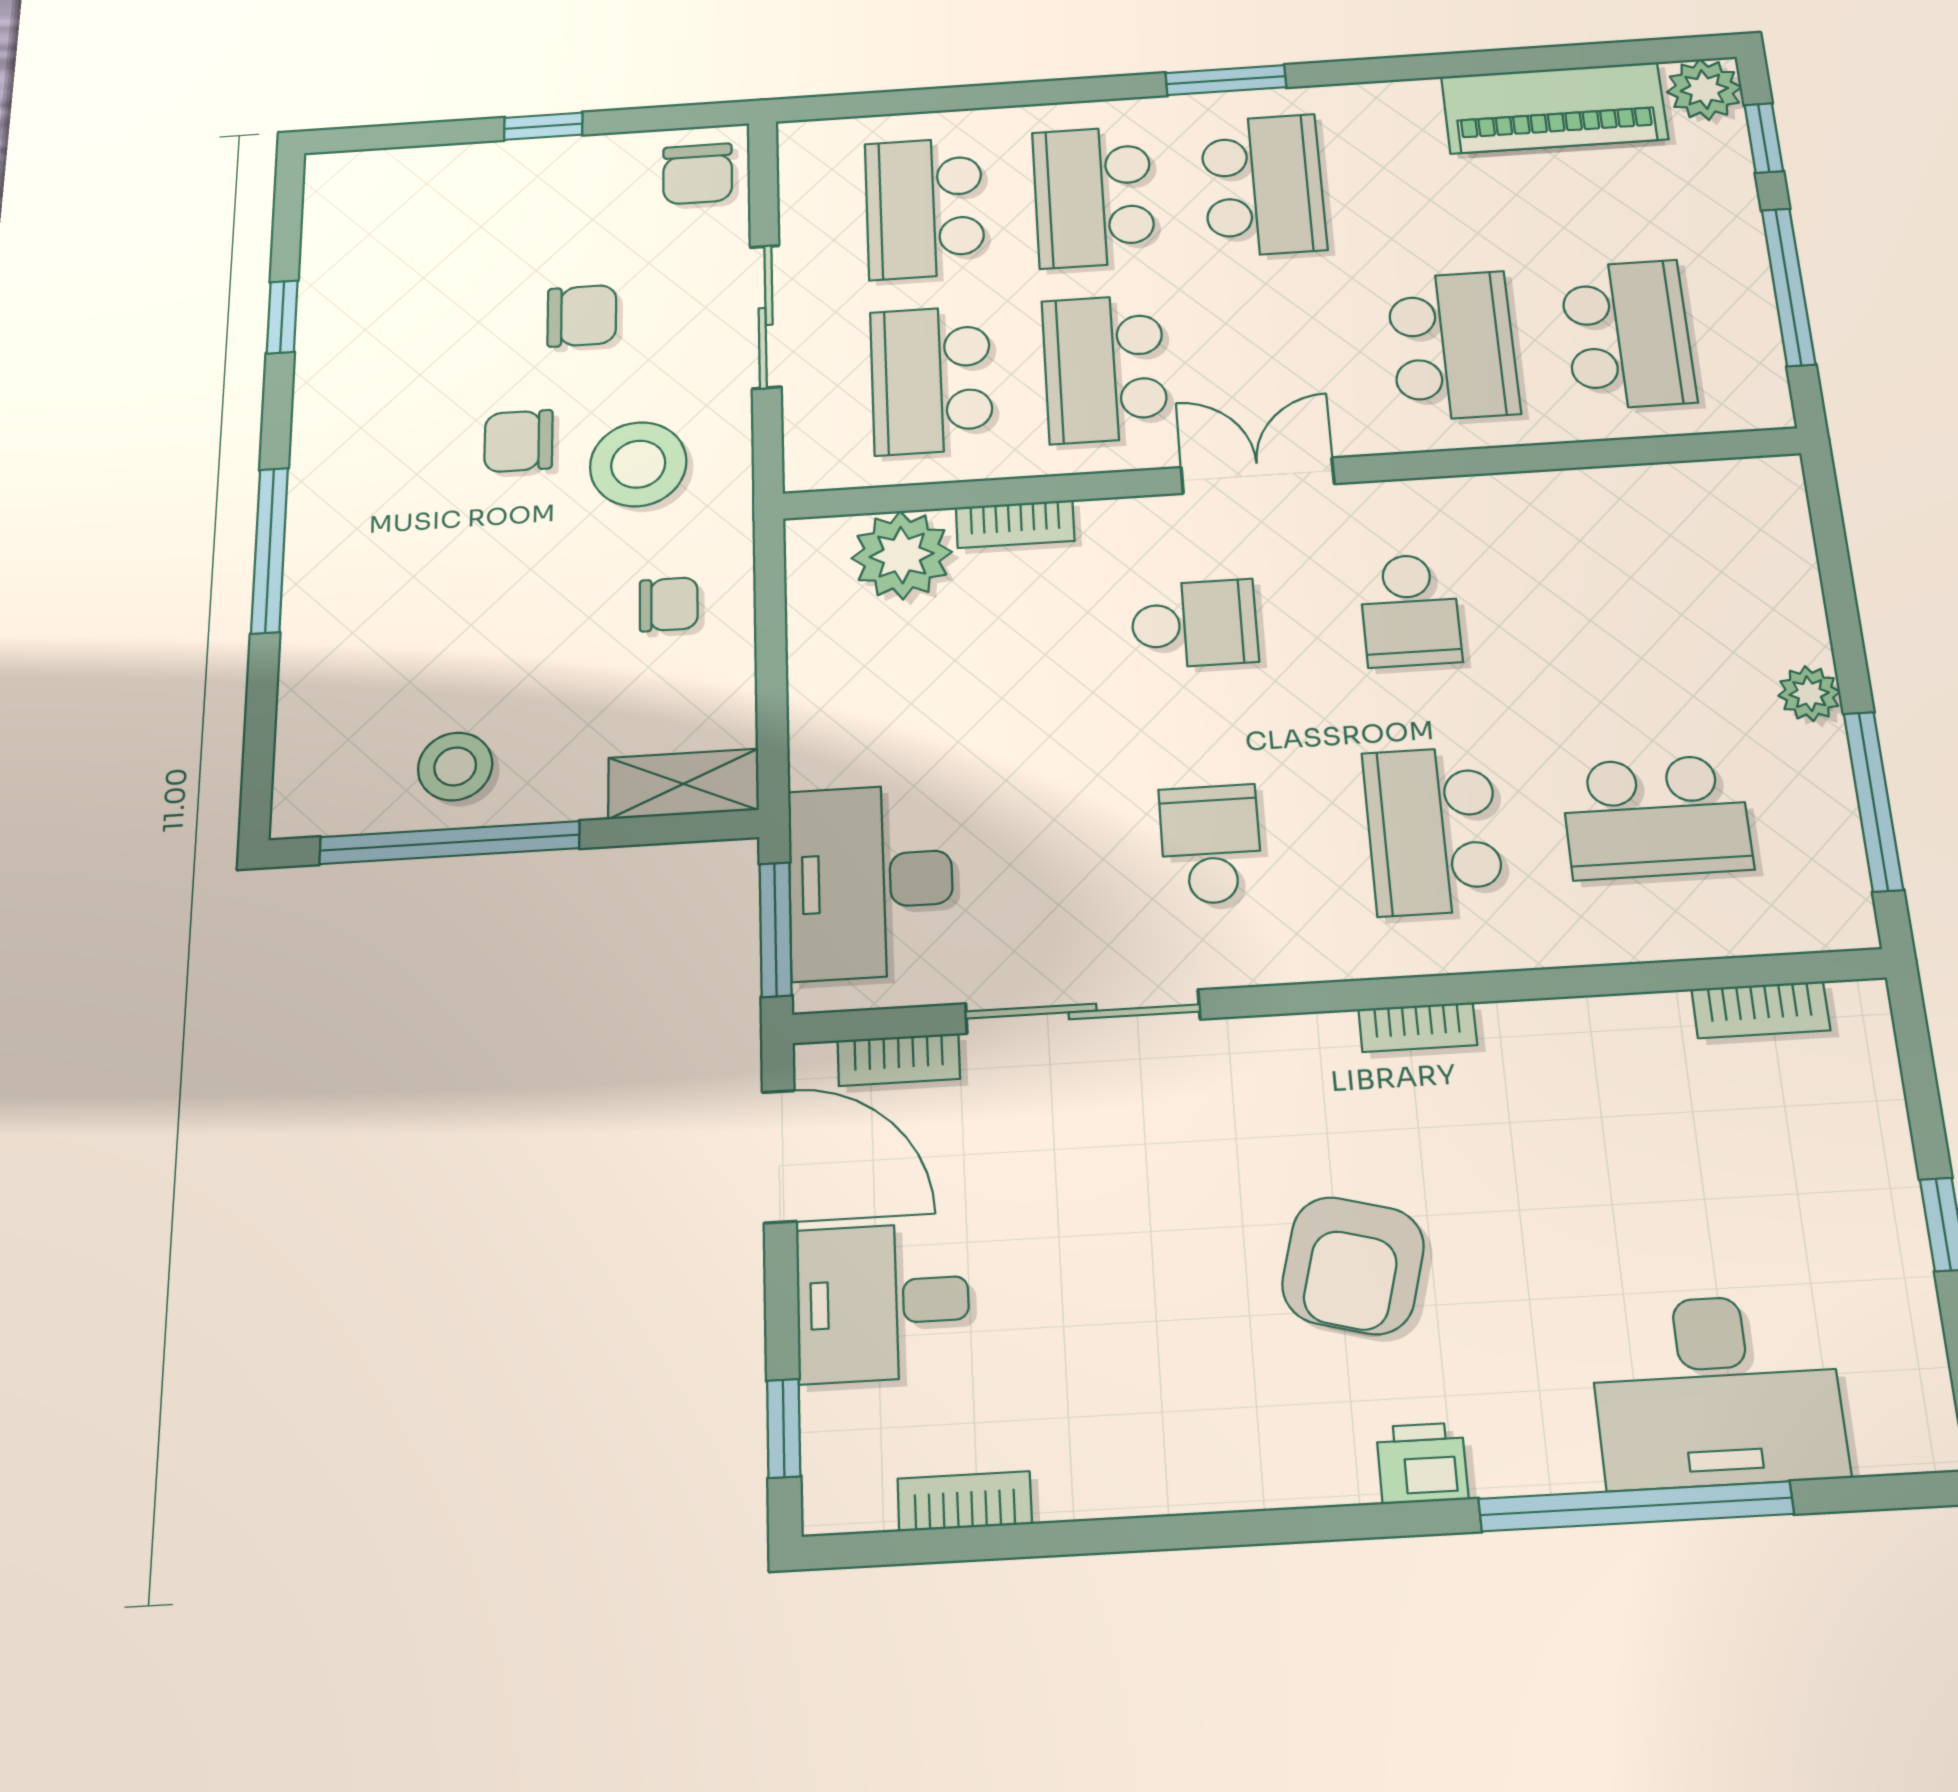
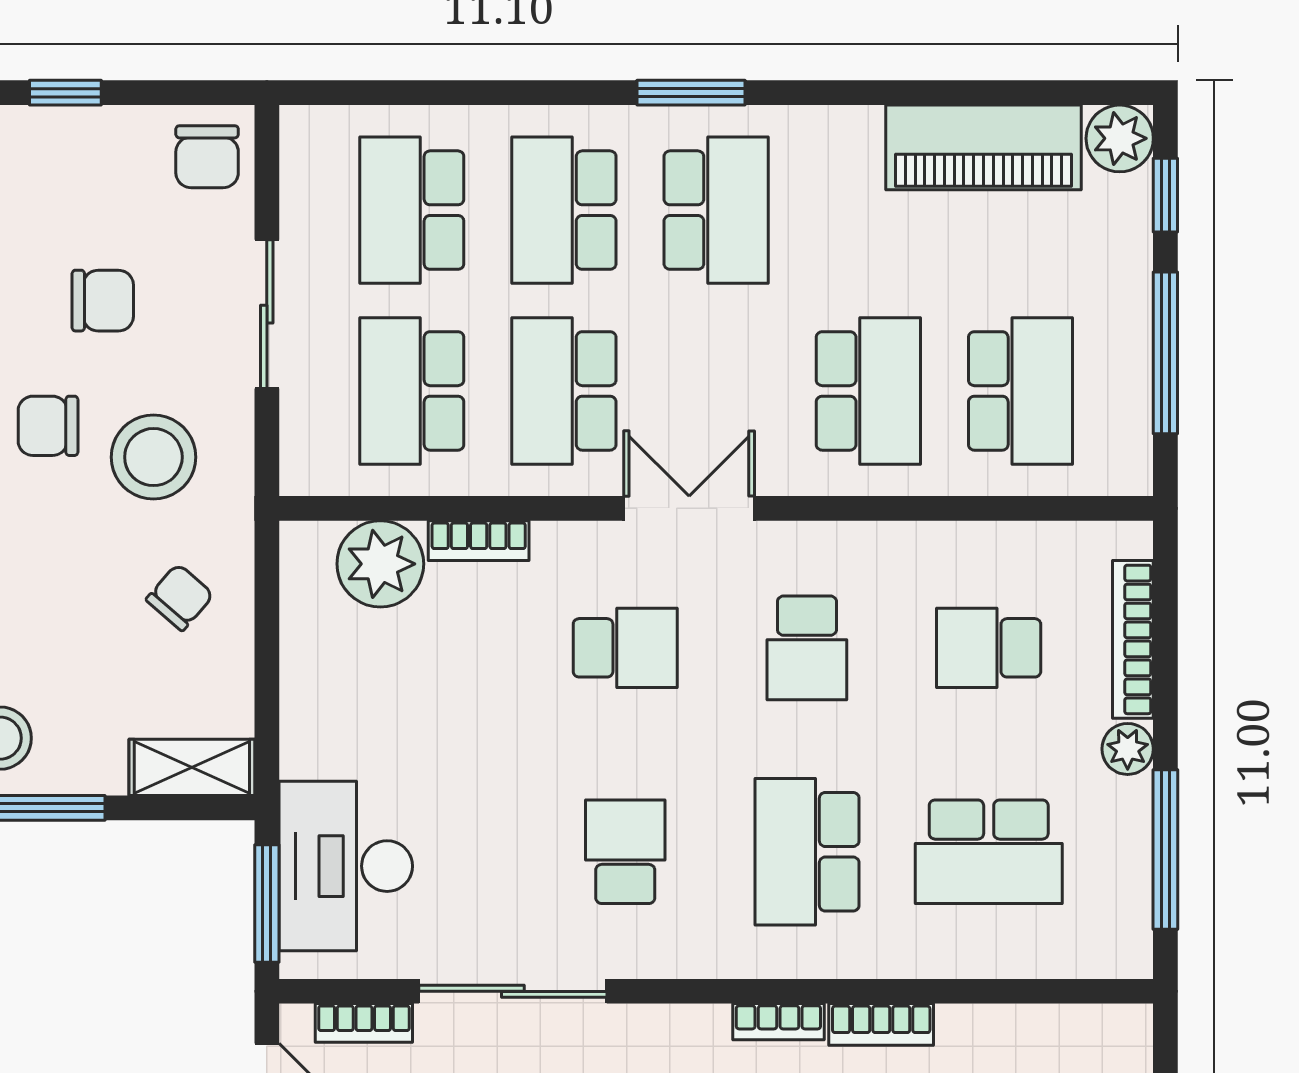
bookcase: (1797, 577) -> (1133, 639), added
school desk: (1626, 597) -> (989, 648), added
chair: (669, 604) -> (180, 597), turned -49
bookcase: (1761, 1010) -> (881, 1024), moved

